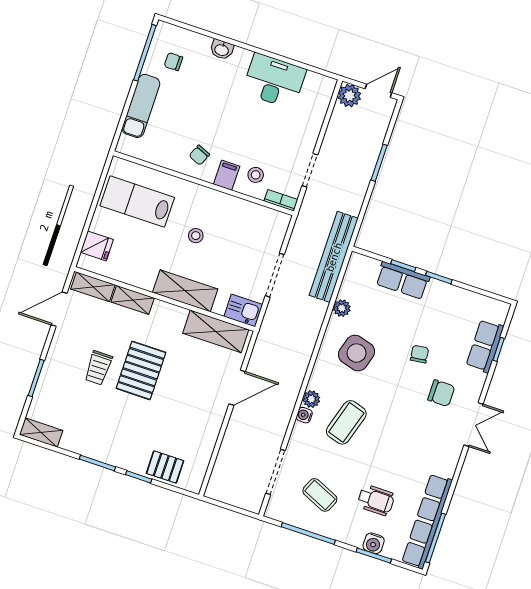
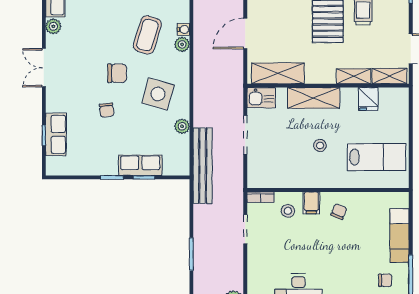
fridge: (97, 246) -> (368, 99), moved, turned -90
chair: (441, 393) -> (117, 73), moved, turned 180
plant: (448, 467) -> (53, 26), added

